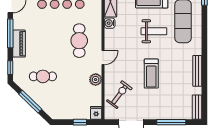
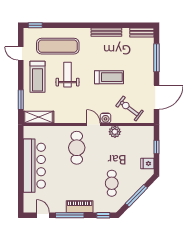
water cooler: (110, 23) -> (105, 118), moved
cafe table: (79, 41) -> (77, 148), turned 90
fridge: (96, 113) -> (147, 164), moved

